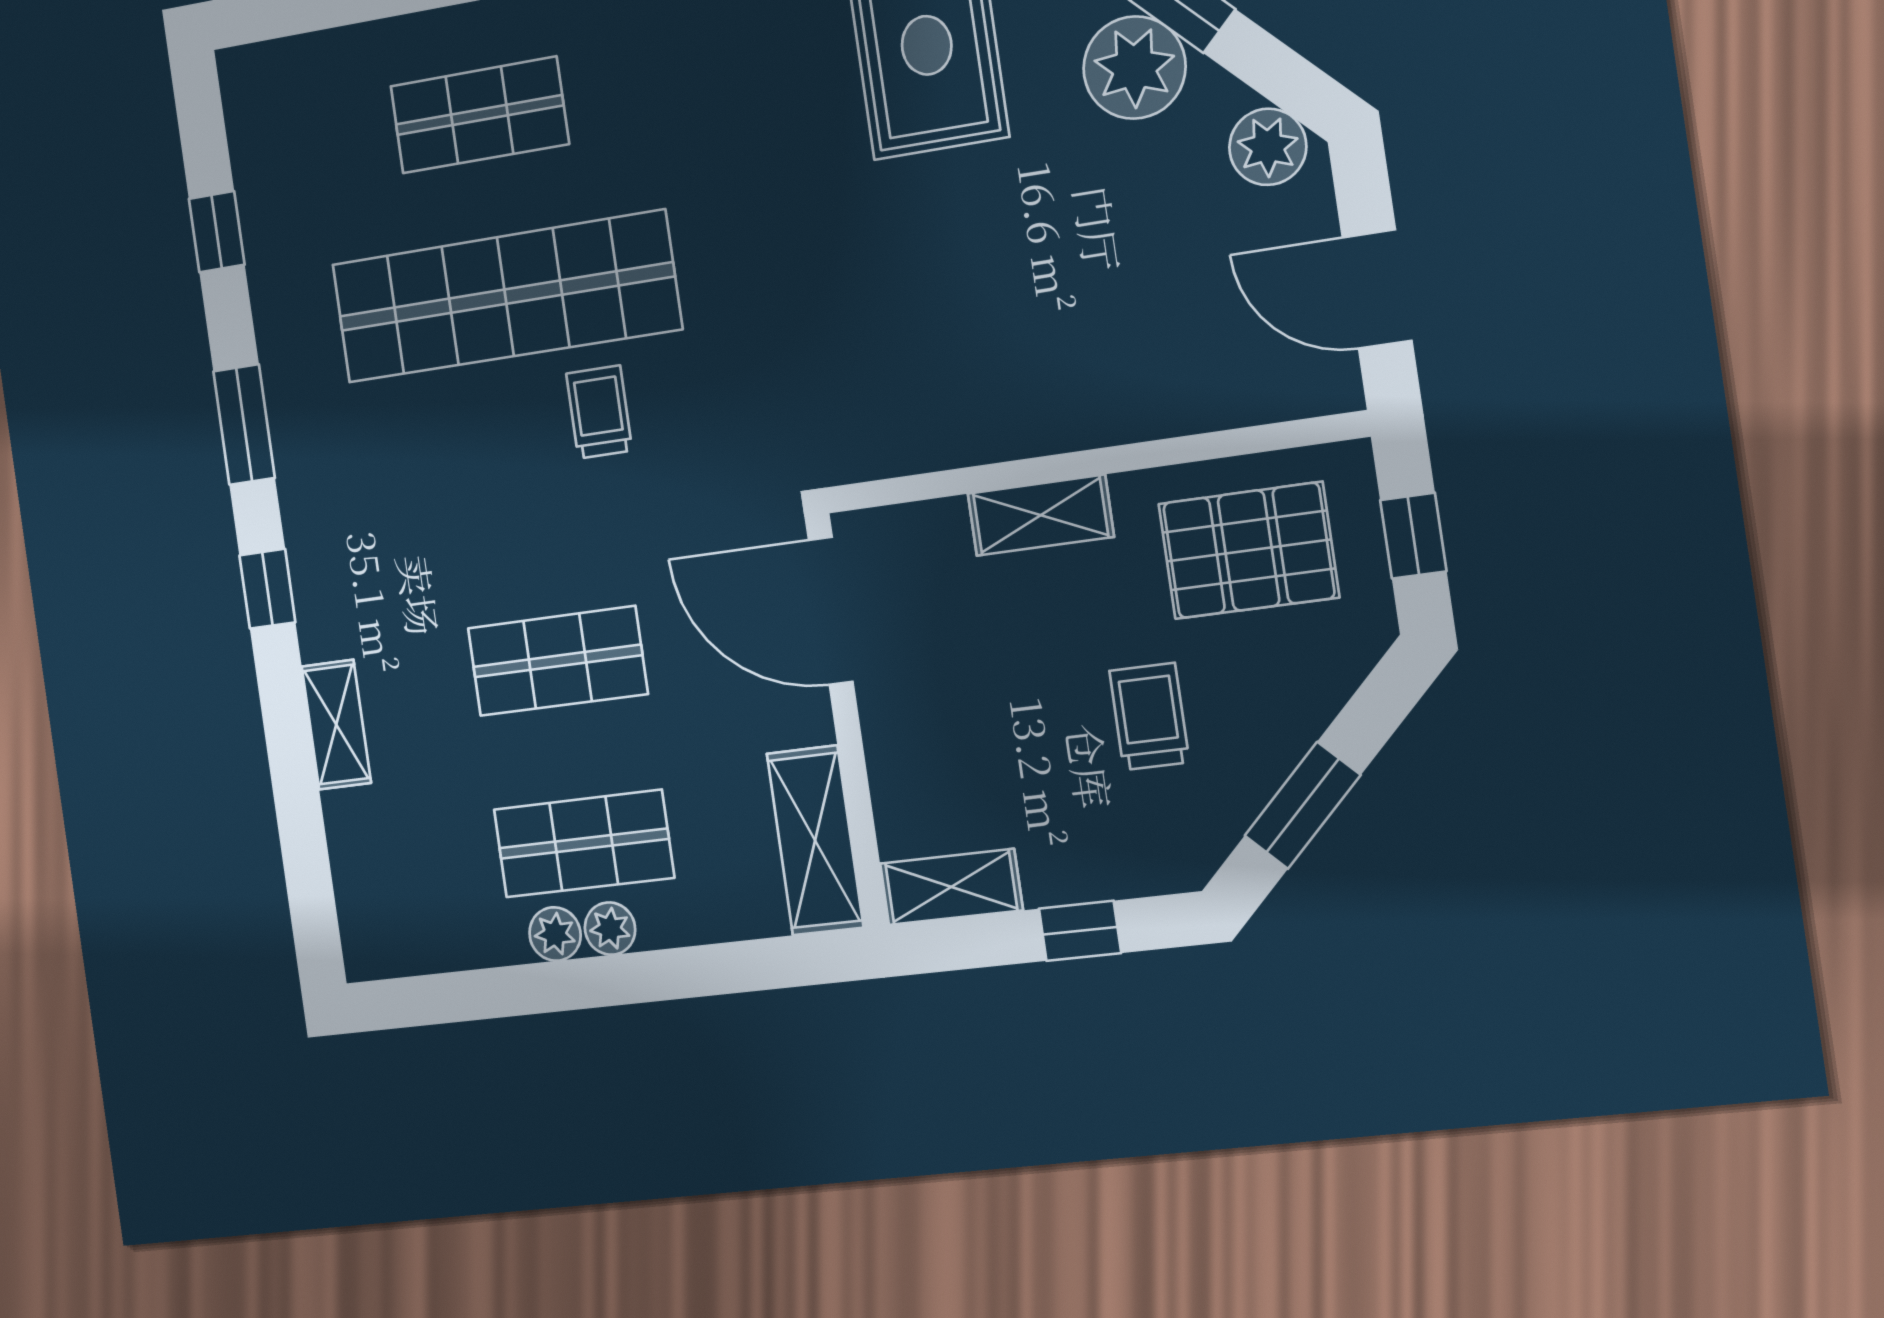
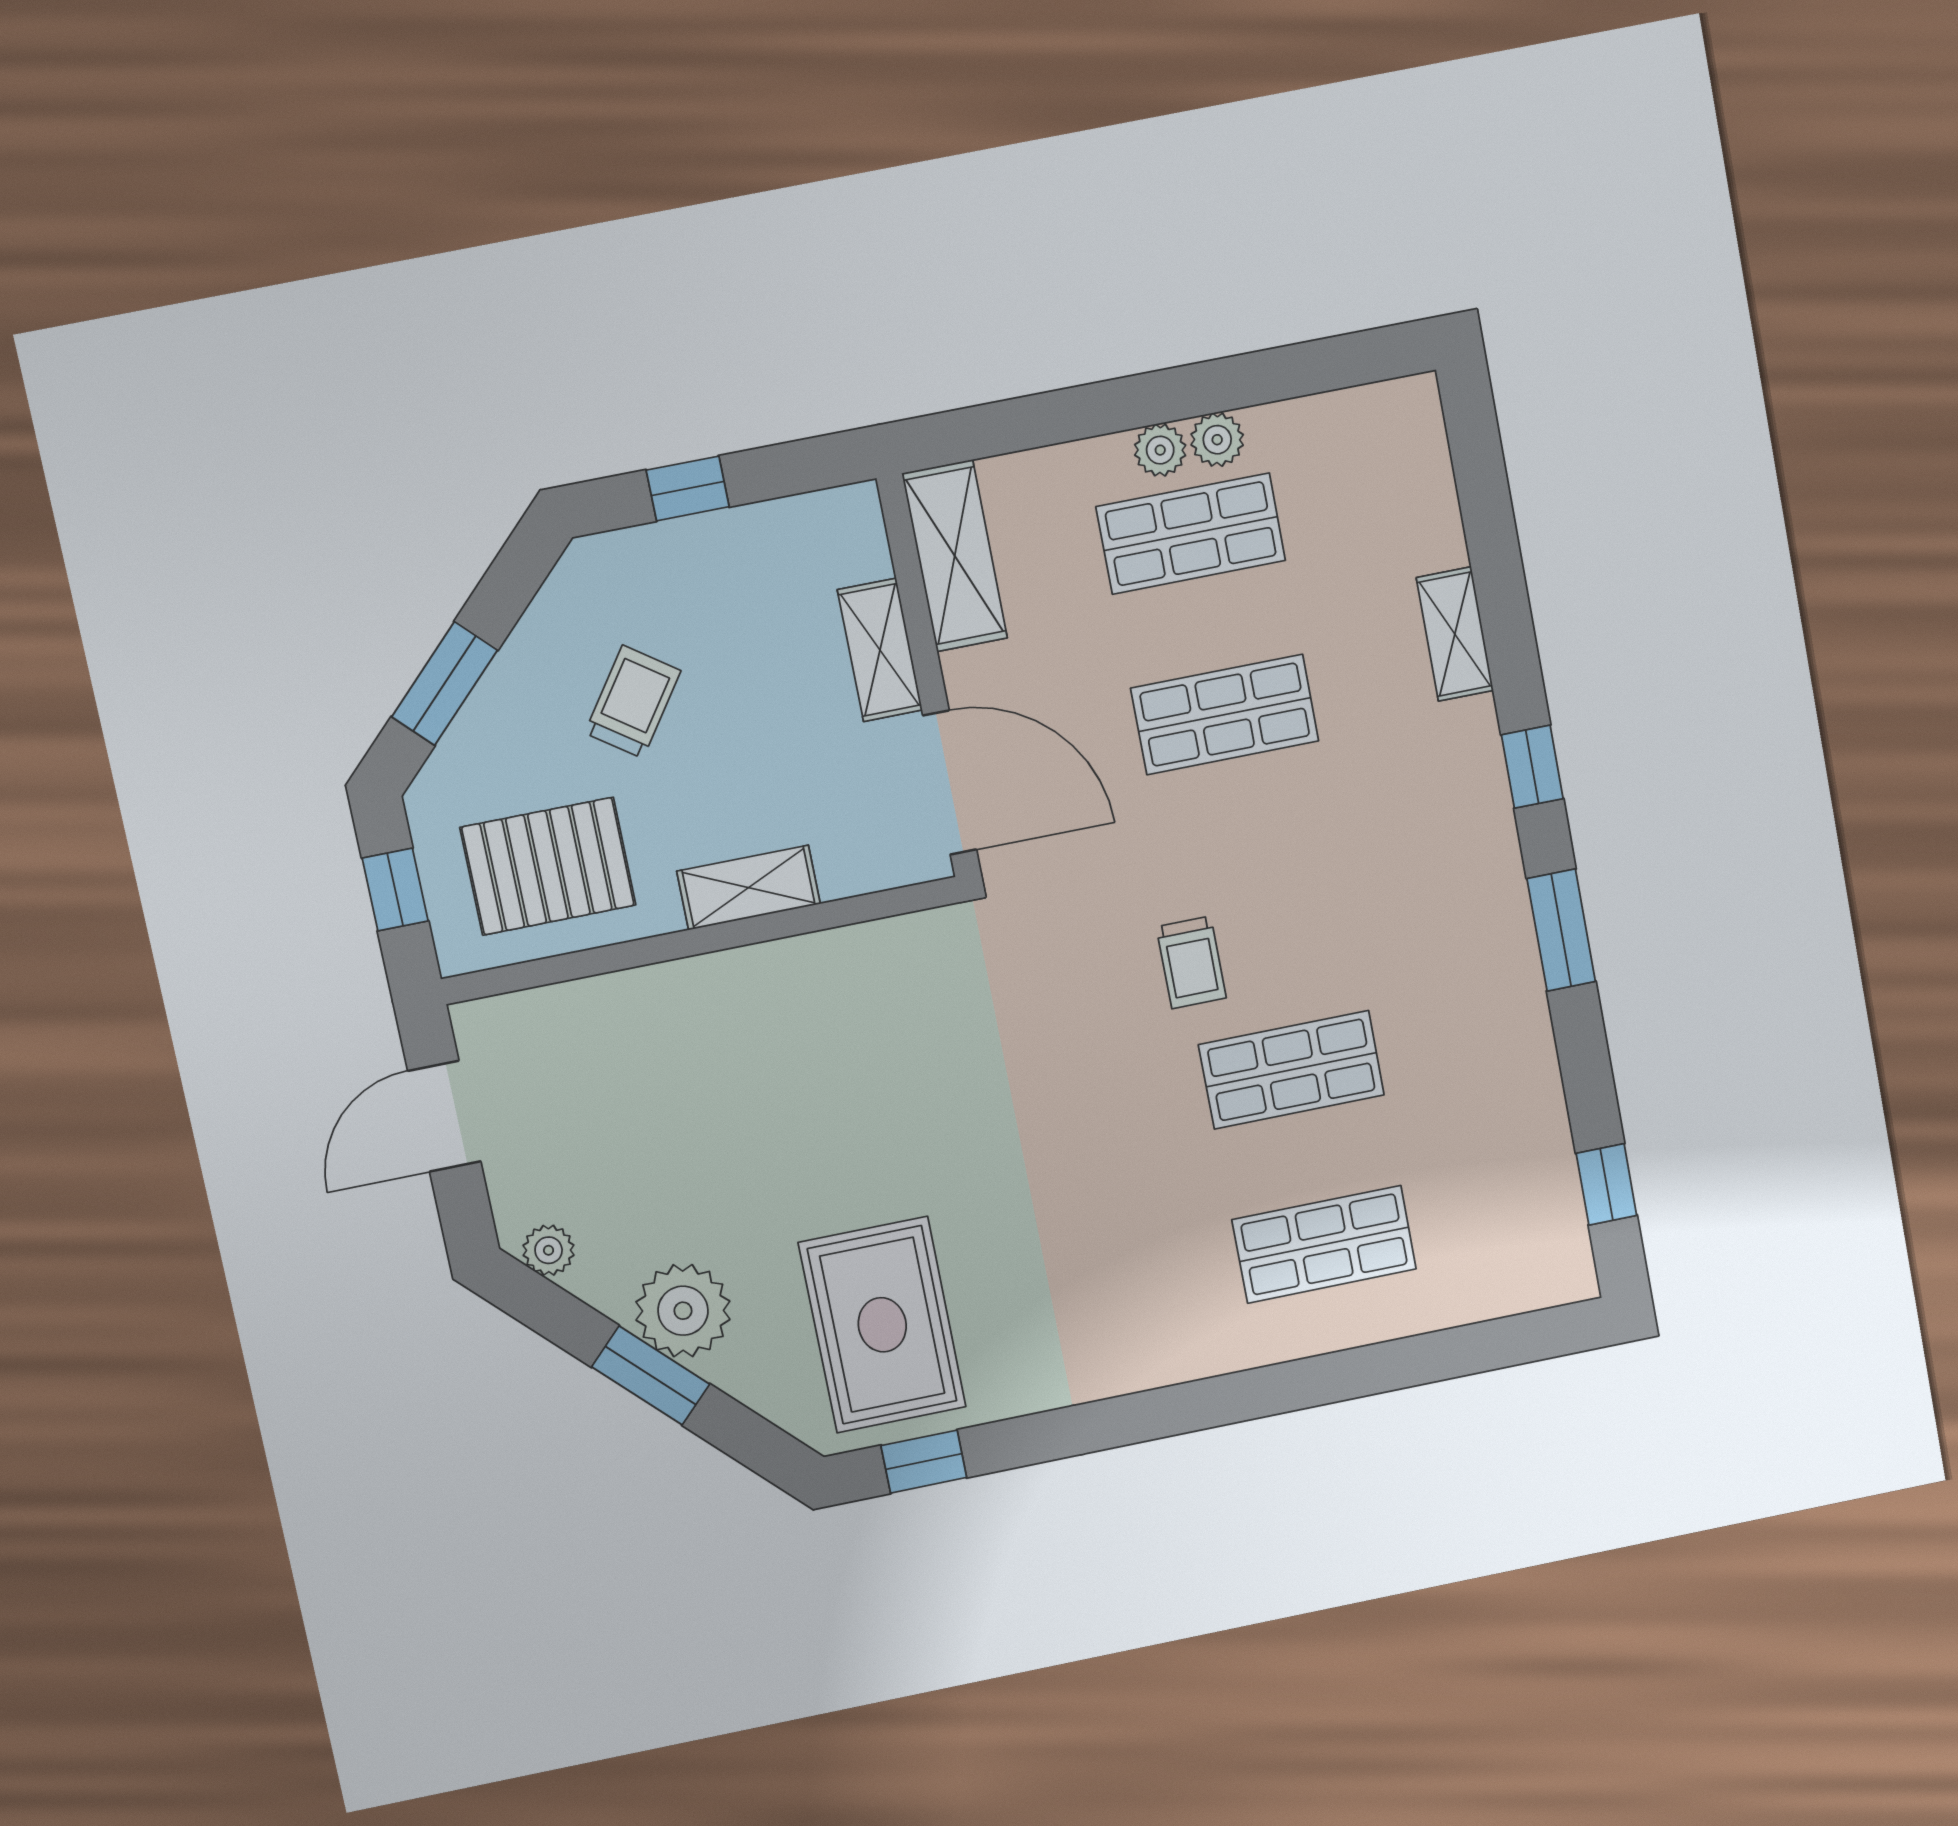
plant: (1268, 147) -> (549, 1250), width x0.73, depth x0.73
window: (217, 232) -> (1606, 1184), moved
door: (1377, 289) -> (444, 1116), swing flipped
shop shelf: (505, 297) -> (1291, 1070), width x0.50, depth x0.74
trolley: (1149, 716) -> (633, 702), turned -145
window: (1303, 805) -> (444, 684), moved
shelving: (951, 887) -> (880, 650), moved, turned 90

